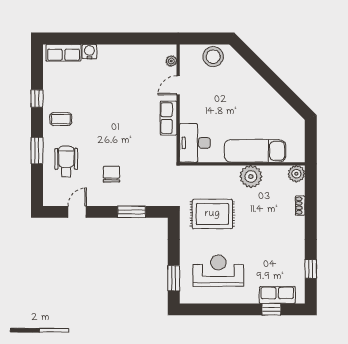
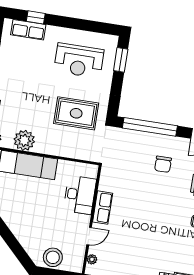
desk: (195, 143) -> (80, 195), moved
plant: (251, 176) -> (24, 140), moved
window: (132, 212) -> (150, 127), width x2.11

